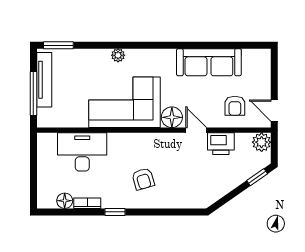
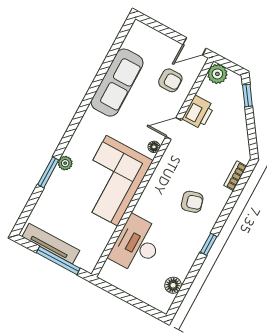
window: (58, 45) -> (48, 172), moved
floor lamp: (172, 117) -> (154, 147), width x0.53, depth x0.53
bookcase: (87, 203) -> (235, 176), moved

